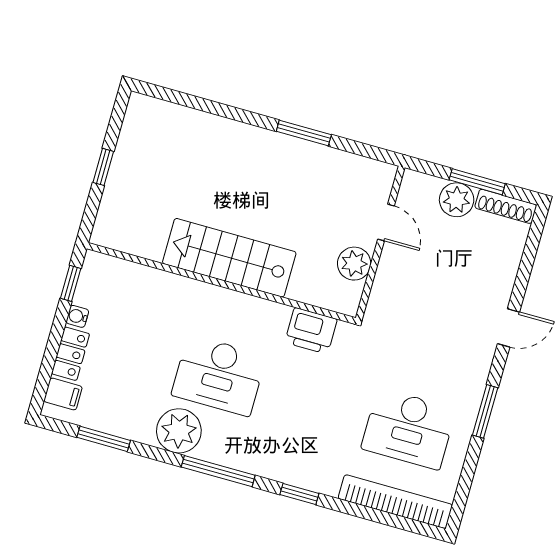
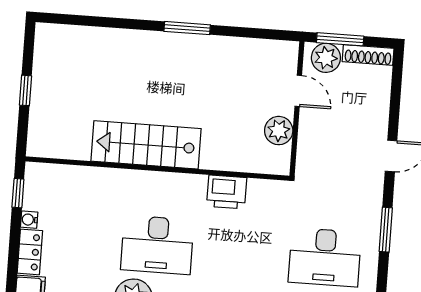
door: (386, 222) -> (298, 91), moved
wall: (380, 243) -> (297, 109), moved
plant: (354, 264) -> (279, 131), moved

